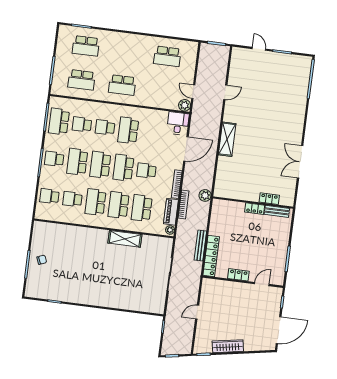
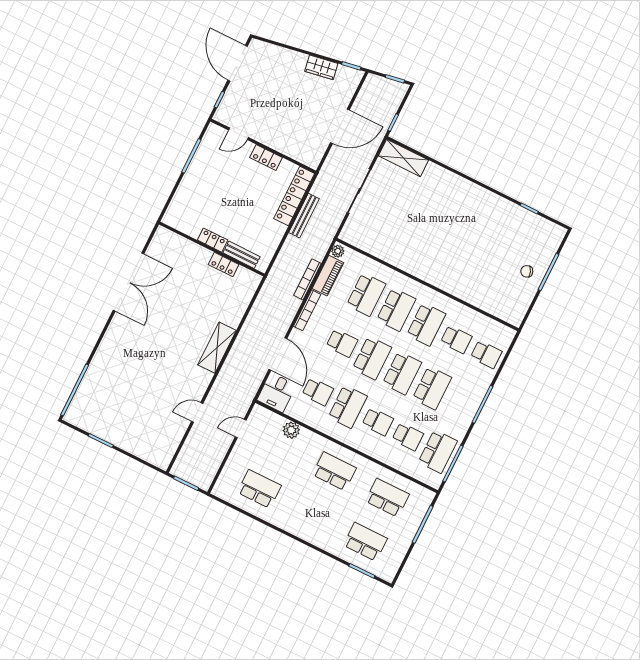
door: (259, 49) -> (131, 456), removed
door: (193, 92) -> (241, 429), swing flipped
plant: (185, 105) -> (291, 430), moved
door: (186, 149) -> (278, 354), swing flipped
school desk: (54, 159) -> (318, 392), moved
double door: (300, 162) -> (128, 282), width x1.36
plant: (205, 195) -> (274, 282), removed
locker: (269, 199) -> (224, 264), moved
bench: (277, 211) -> (241, 255), moved
shelving: (125, 239) -> (403, 158), moved
door: (197, 312) -> (340, 126), width x1.88
door: (279, 330) -> (238, 63), hinge flipped
wardrobe: (228, 346) -> (321, 67), width x0.67

